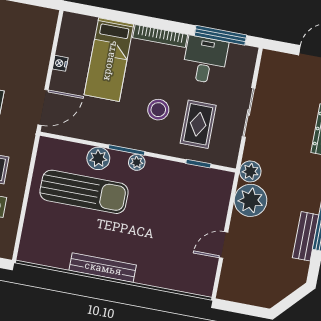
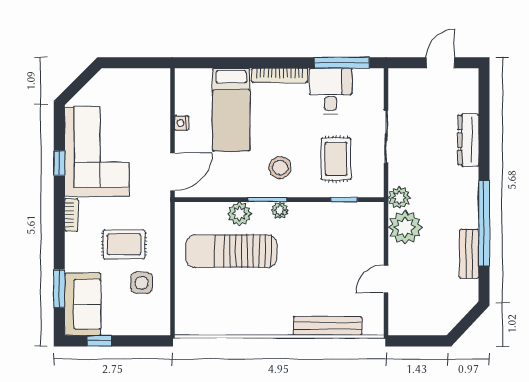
stool: (158, 110) -> (280, 168), moved
sun lounger: (84, 192) -> (231, 251), turned 180
bench: (103, 268) -> (328, 326), moved

